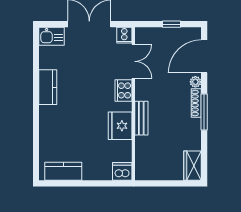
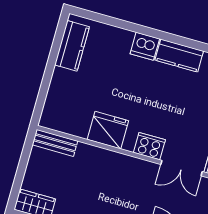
bench: (141, 118) -> (55, 143), moved
dishwasher: (122, 171) -> (145, 46), moved, turned 90

